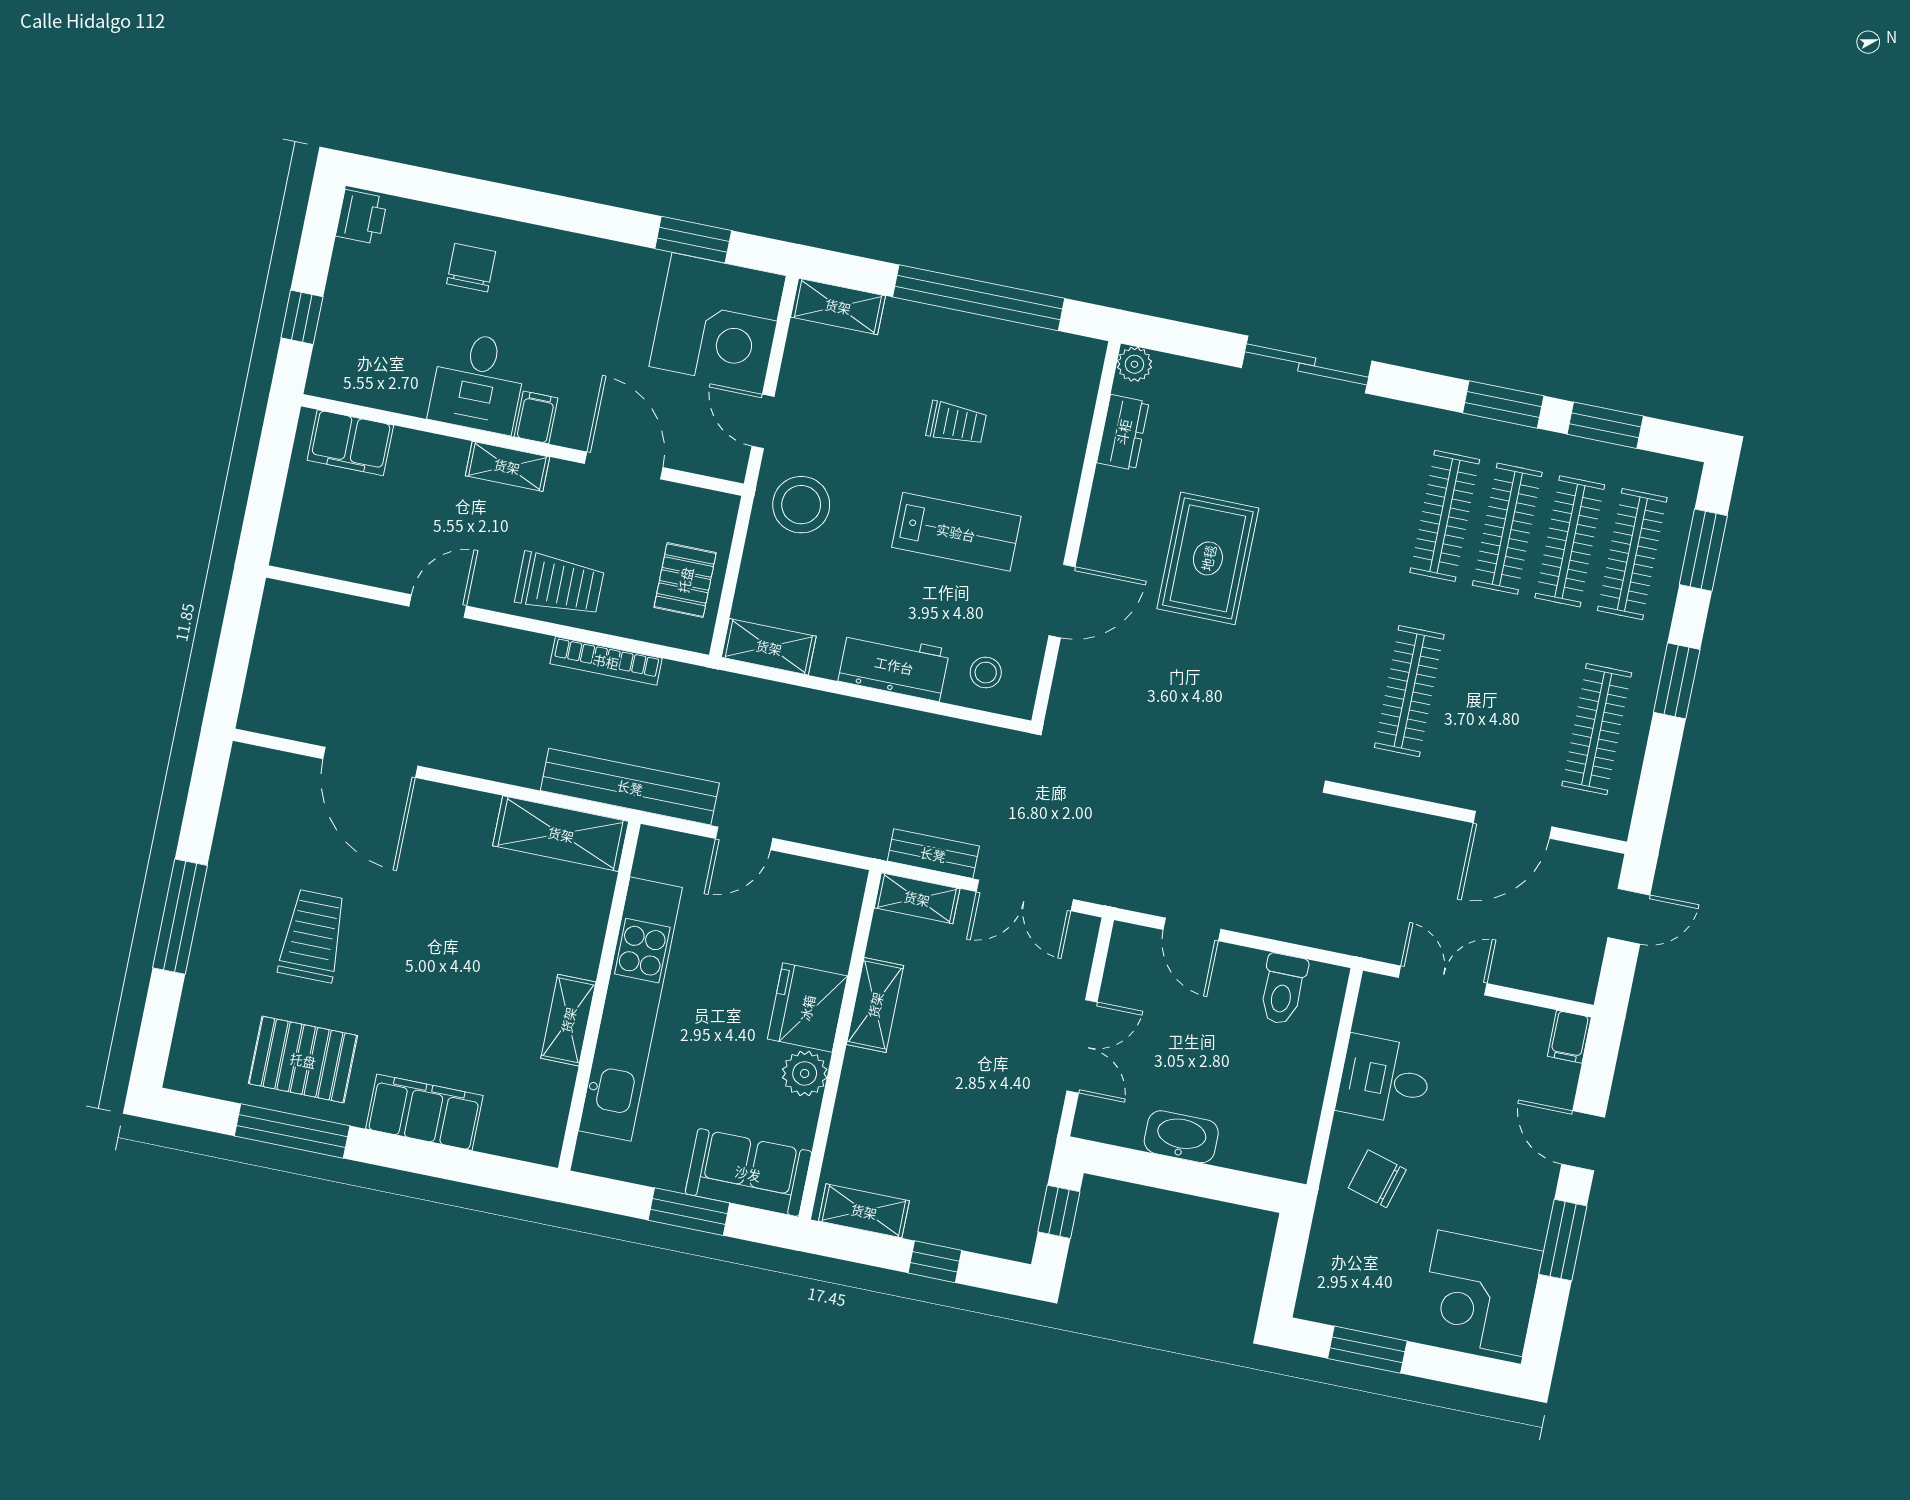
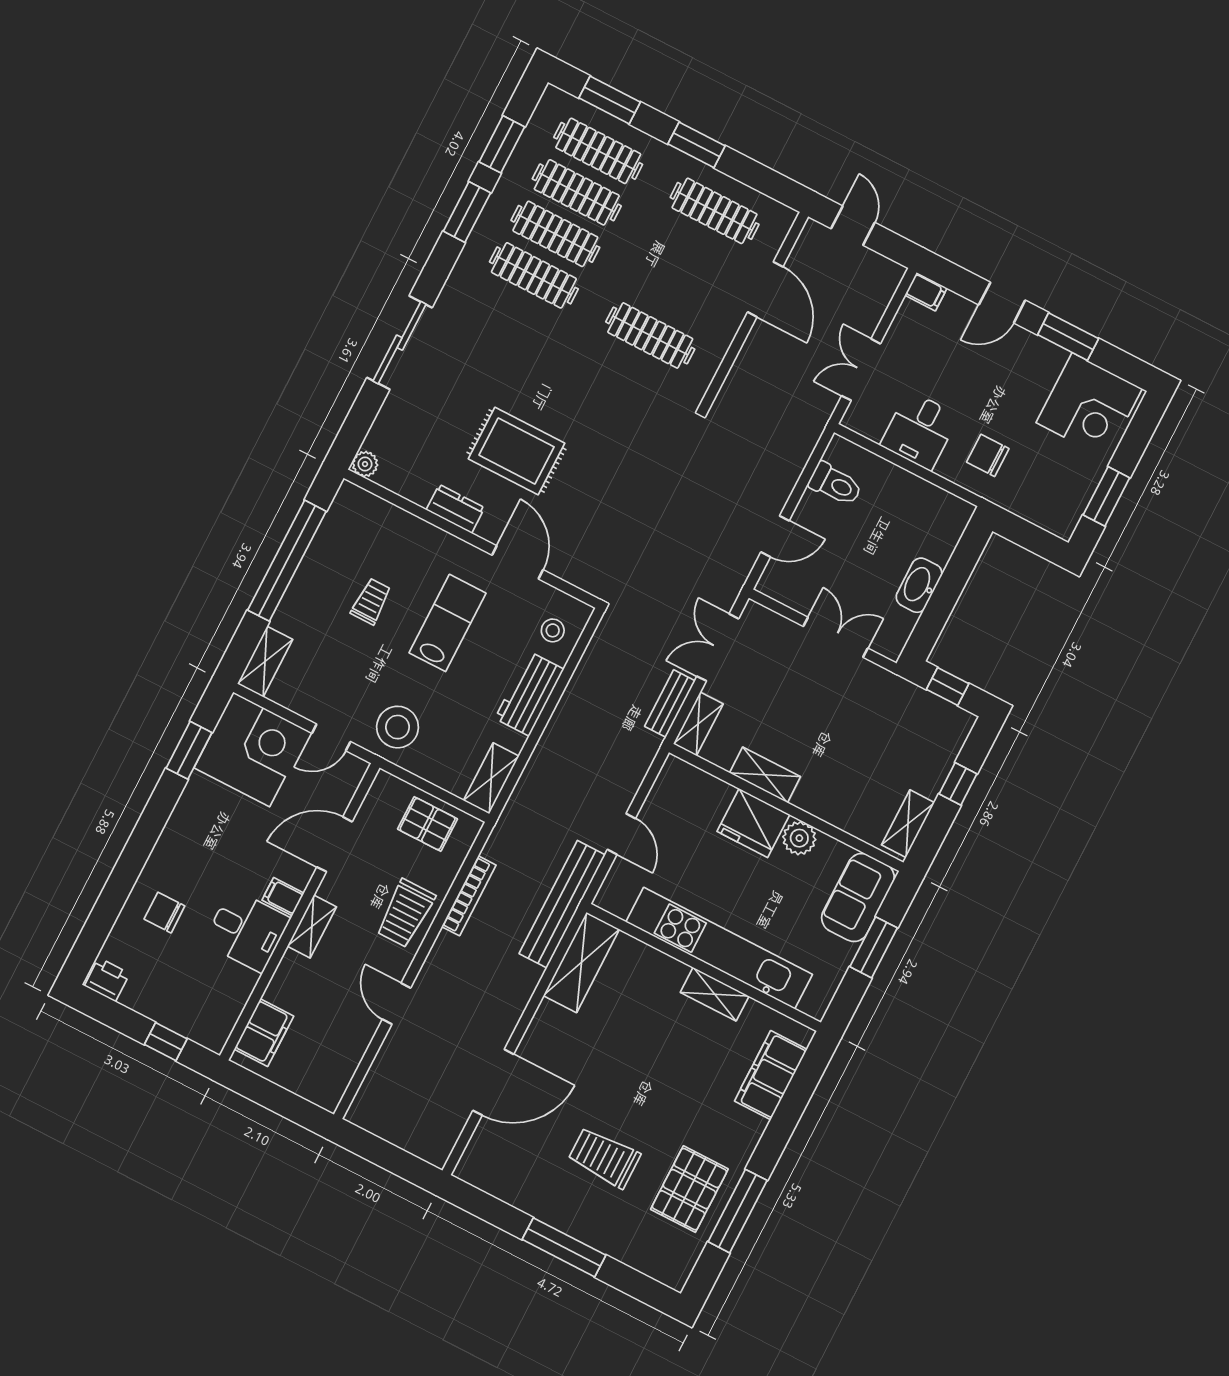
dresser: (1123, 432) -> (455, 509), moved
trolley: (560, 584) -> (406, 913), turned 180
double door: (1025, 895) -> (718, 647), swing flipped
filing cabinet: (424, 1112) -> (771, 1075), moved
chair: (1377, 1179) -> (988, 455), turned 74

